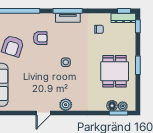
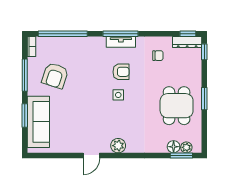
armchair: (40, 38) -> (121, 72), moved

